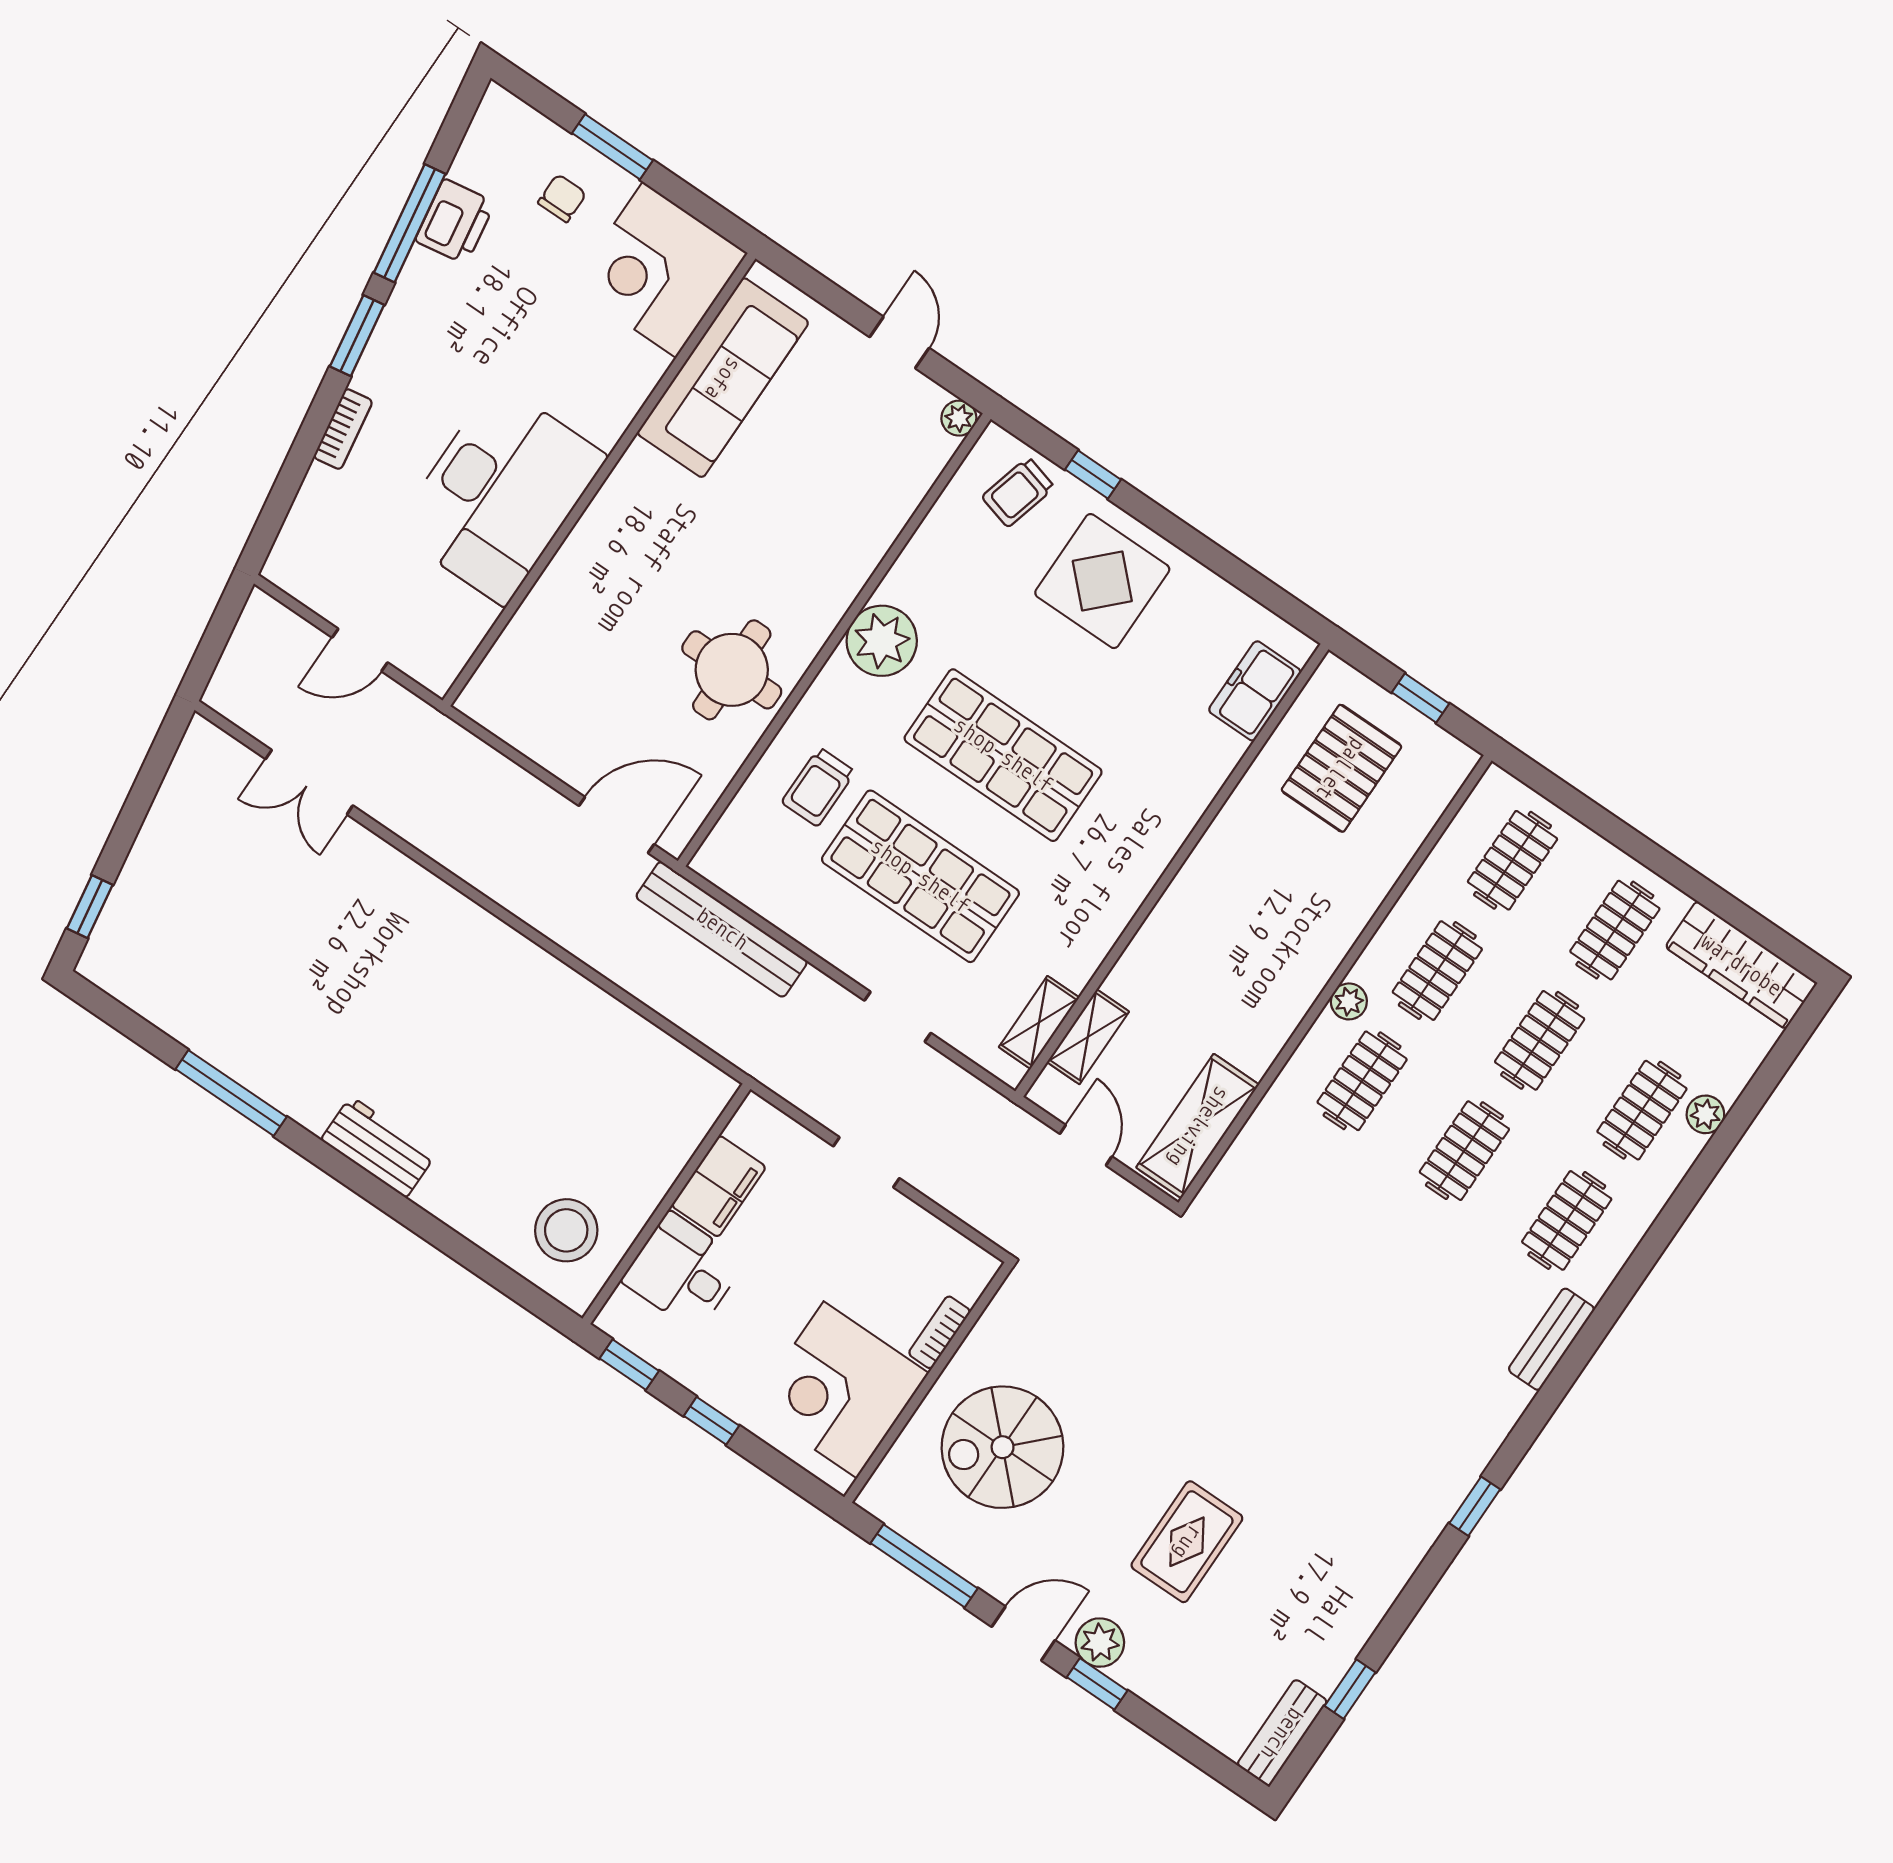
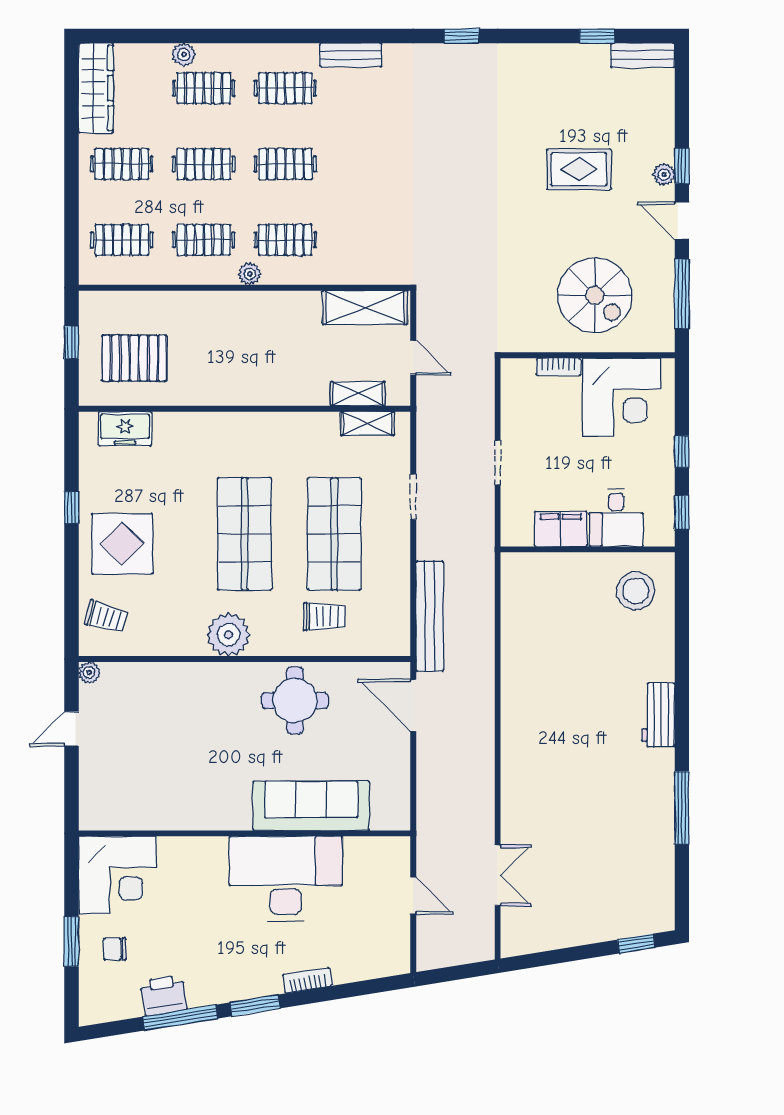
sofa: (723, 378) -> (311, 806), moved
window: (1093, 474) -> (71, 508), moved
door: (1086, 1145) -> (413, 357), swing flipped
plant: (1100, 1643) -> (664, 175), width x0.73, depth x0.73

